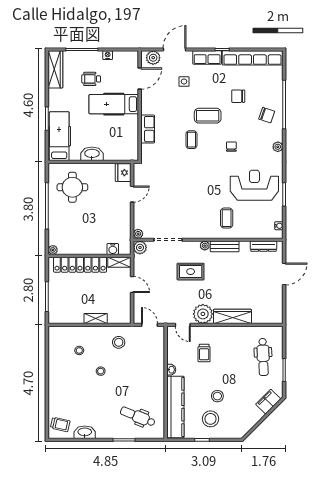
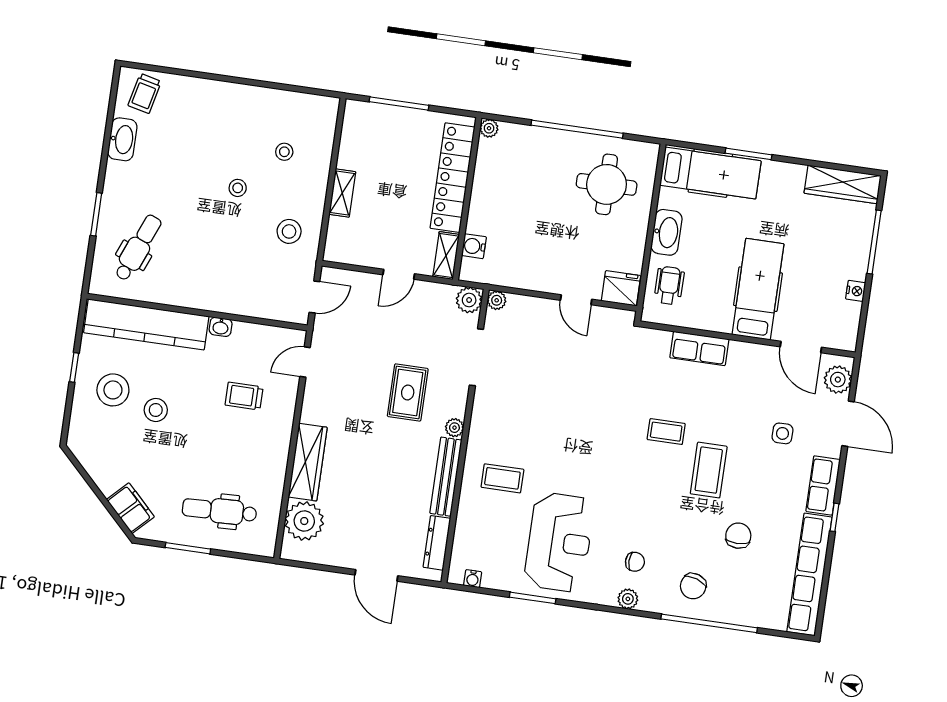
wheelchair: (91, 79) -> (669, 285), moved
chair: (231, 147) -> (635, 562), moved
bench: (225, 246) -> (446, 477), width x1.36
plant: (203, 314) -> (304, 521), moved

